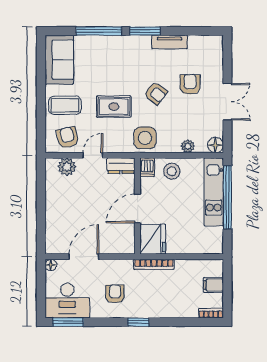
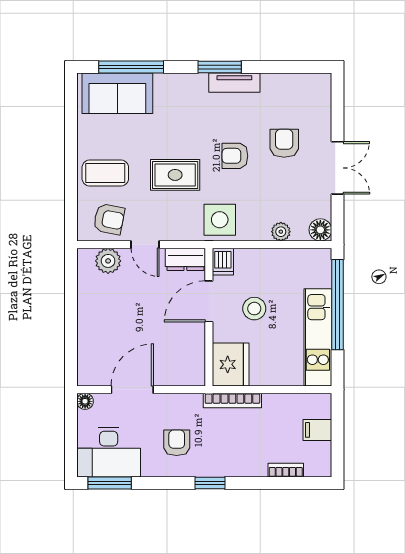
window: (99, 31) -> (131, 67), moved
tv unit: (170, 42) -> (234, 83), moved
sofa: (59, 60) -> (117, 93), moved, turned 90
armchair: (156, 93) -> (235, 156), turned 143
armchair: (68, 138) -> (109, 219), turned 114
door: (93, 155) -> (145, 245), swing flipped
stool: (172, 171) -> (254, 309), moved
kitchen unit: (214, 192) -> (318, 337), moved
door: (137, 208) -> (209, 301), moved
bookcase: (211, 313) -> (286, 470), moved

